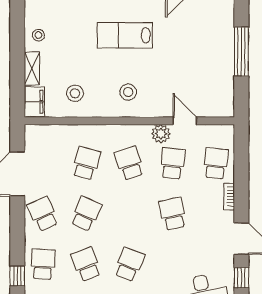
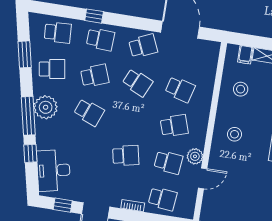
filing cabinet: (34, 102) -> (245, 55), width x0.50

